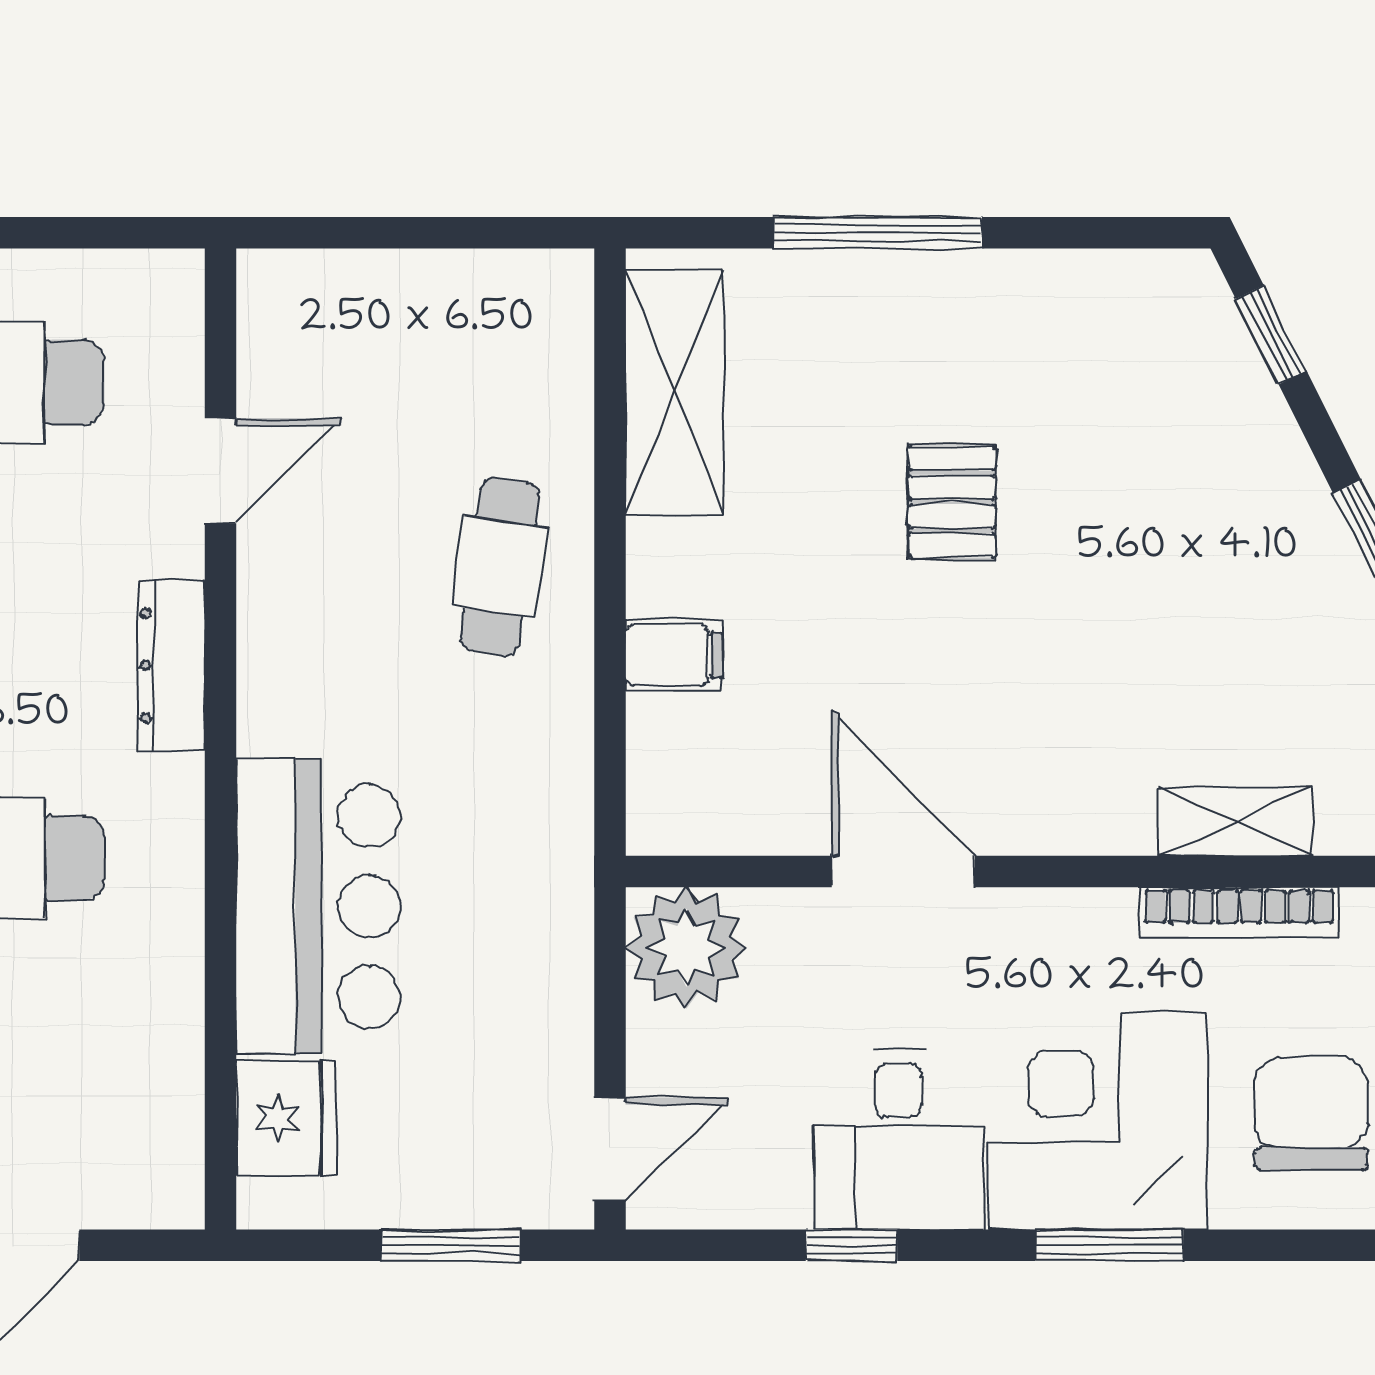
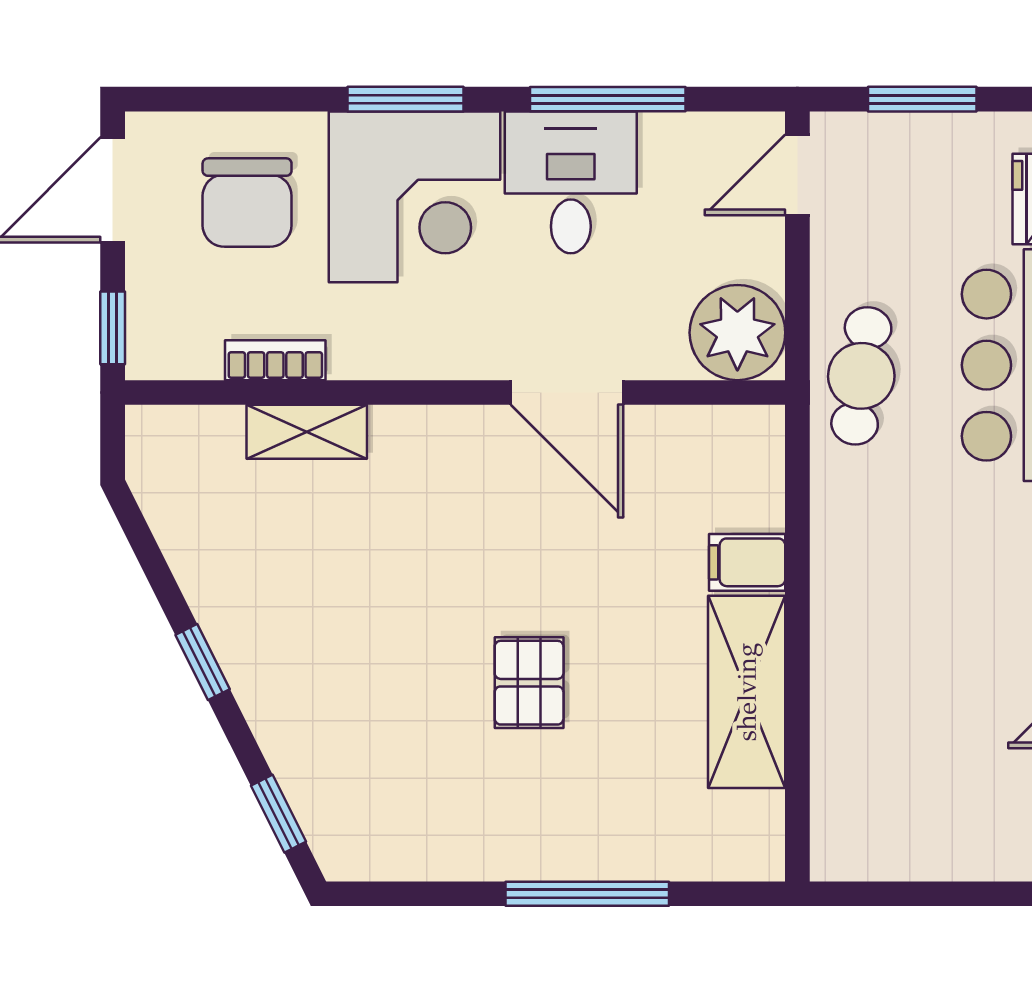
shelving: (675, 392) -> (747, 692), moved
cafe table: (500, 567) -> (861, 376), moved
bookcase: (1239, 913) -> (275, 360), width x0.64
window: (852, 1245) -> (608, 99), width x2.17

